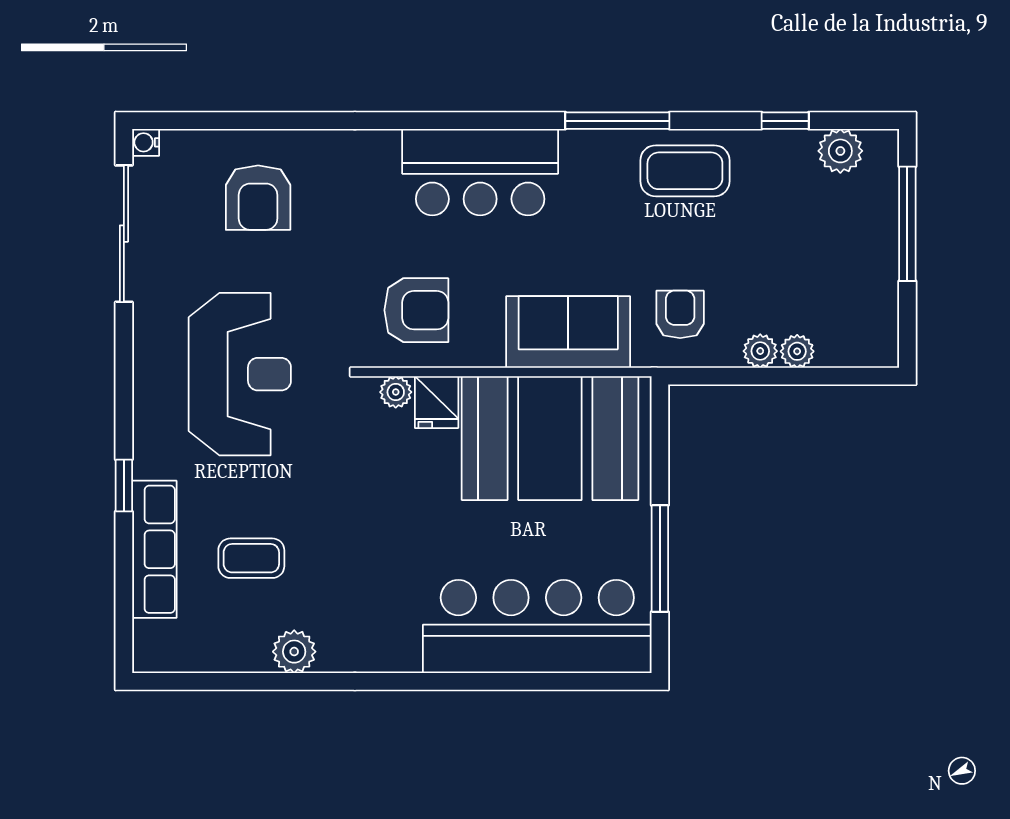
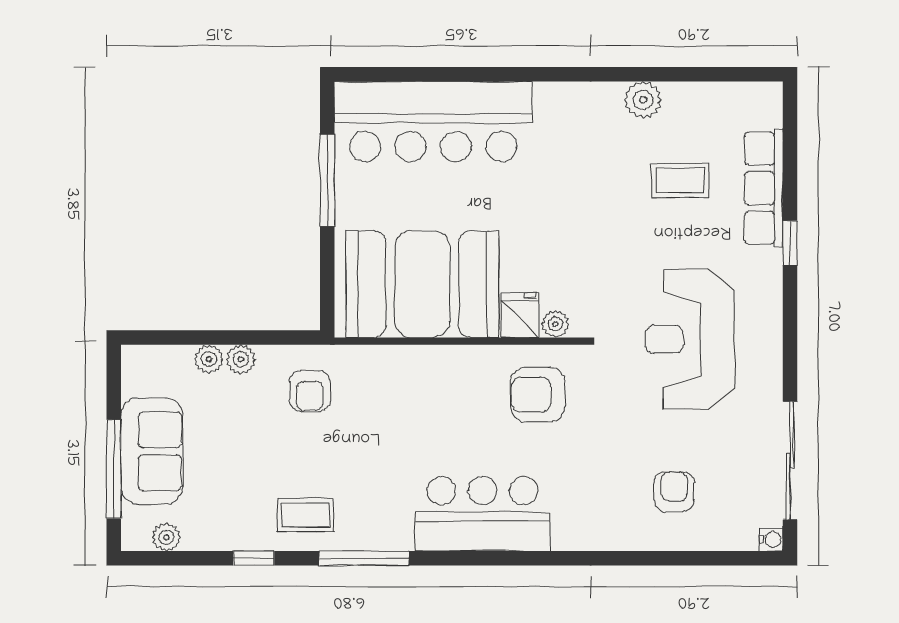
window: (785, 121) -> (254, 558), moved
plant: (840, 151) -> (166, 537), width x0.73, depth x0.73
coffee table: (685, 171) -> (306, 515), width x0.73, depth x0.77
armchair: (258, 198) -> (674, 492), width x0.72, depth x0.72
sofa: (568, 332) -> (152, 451), moved, turned -90

